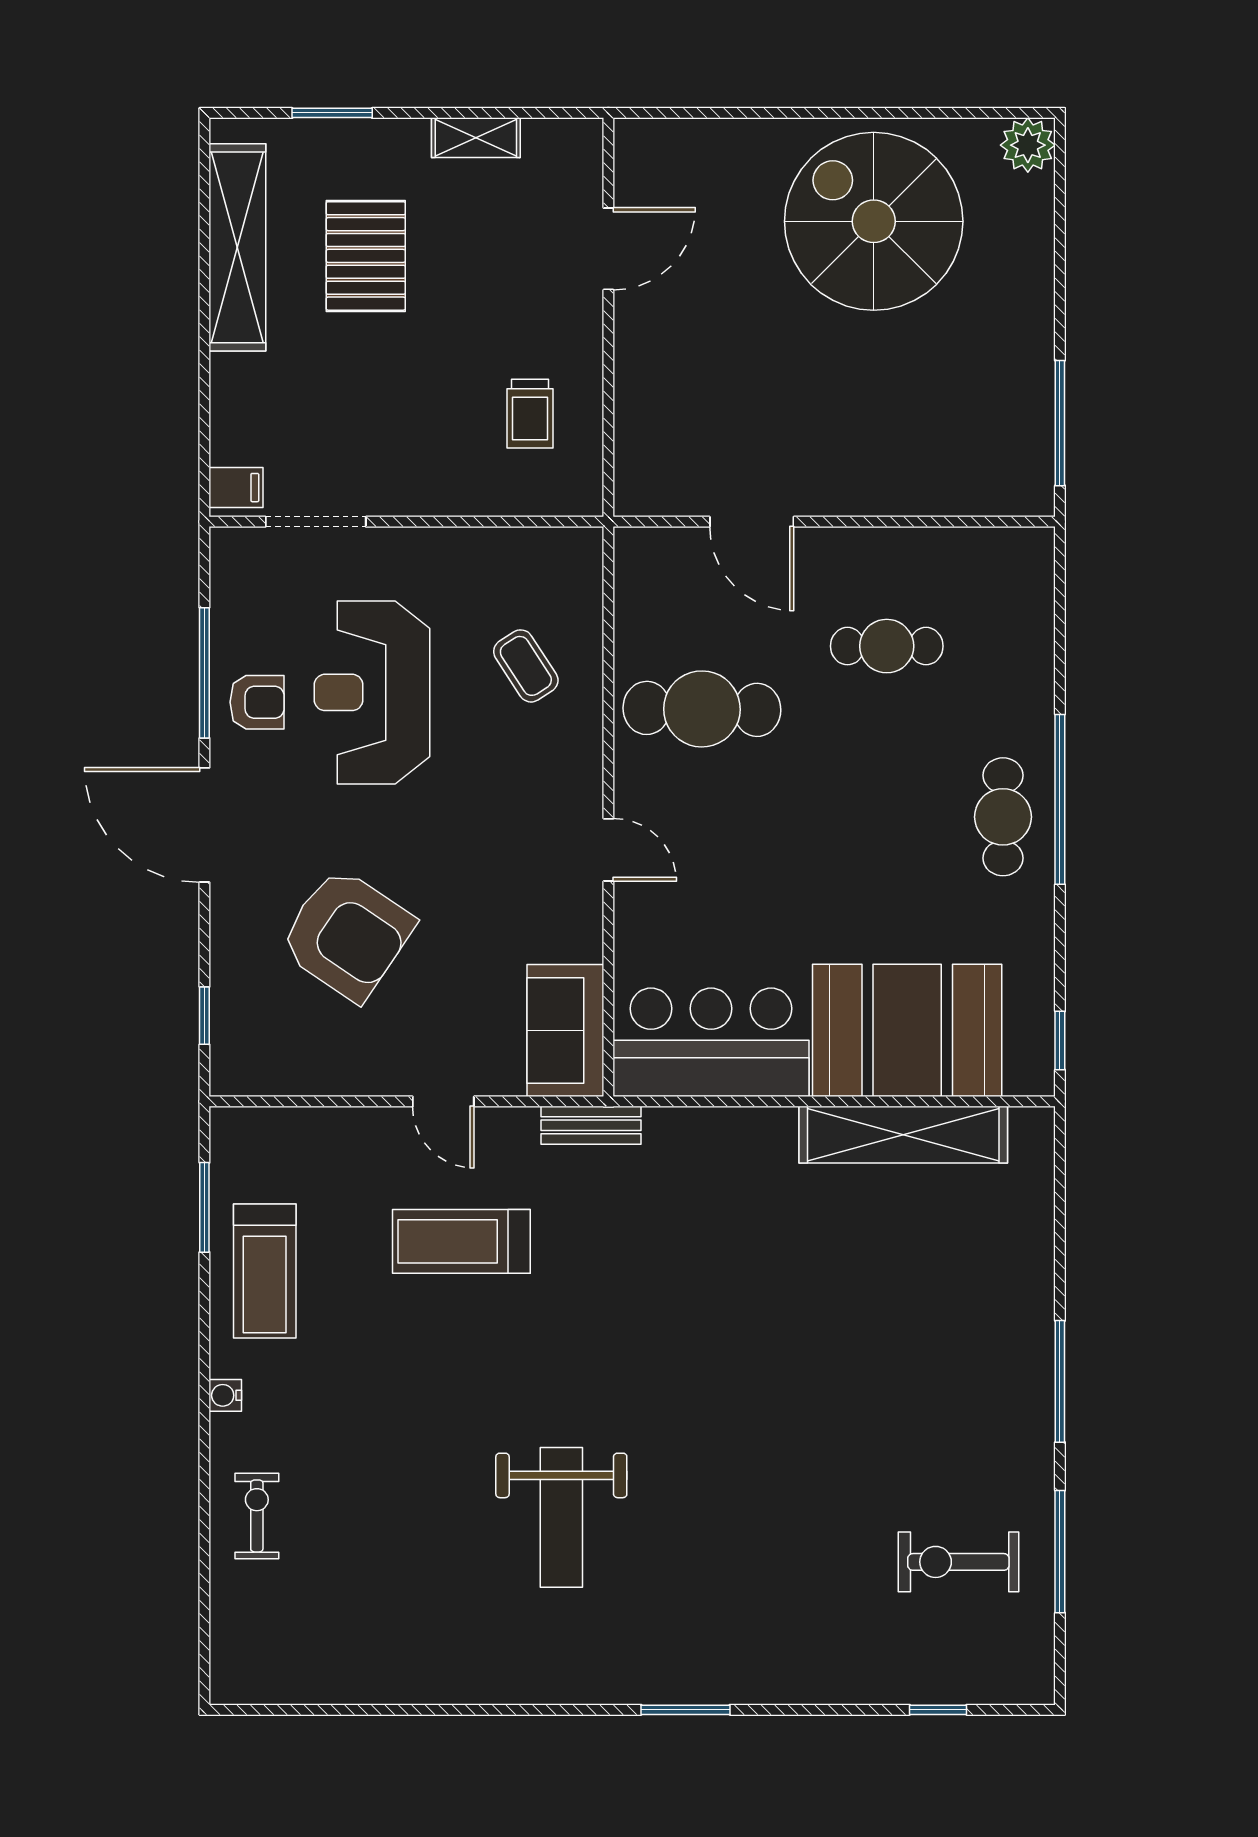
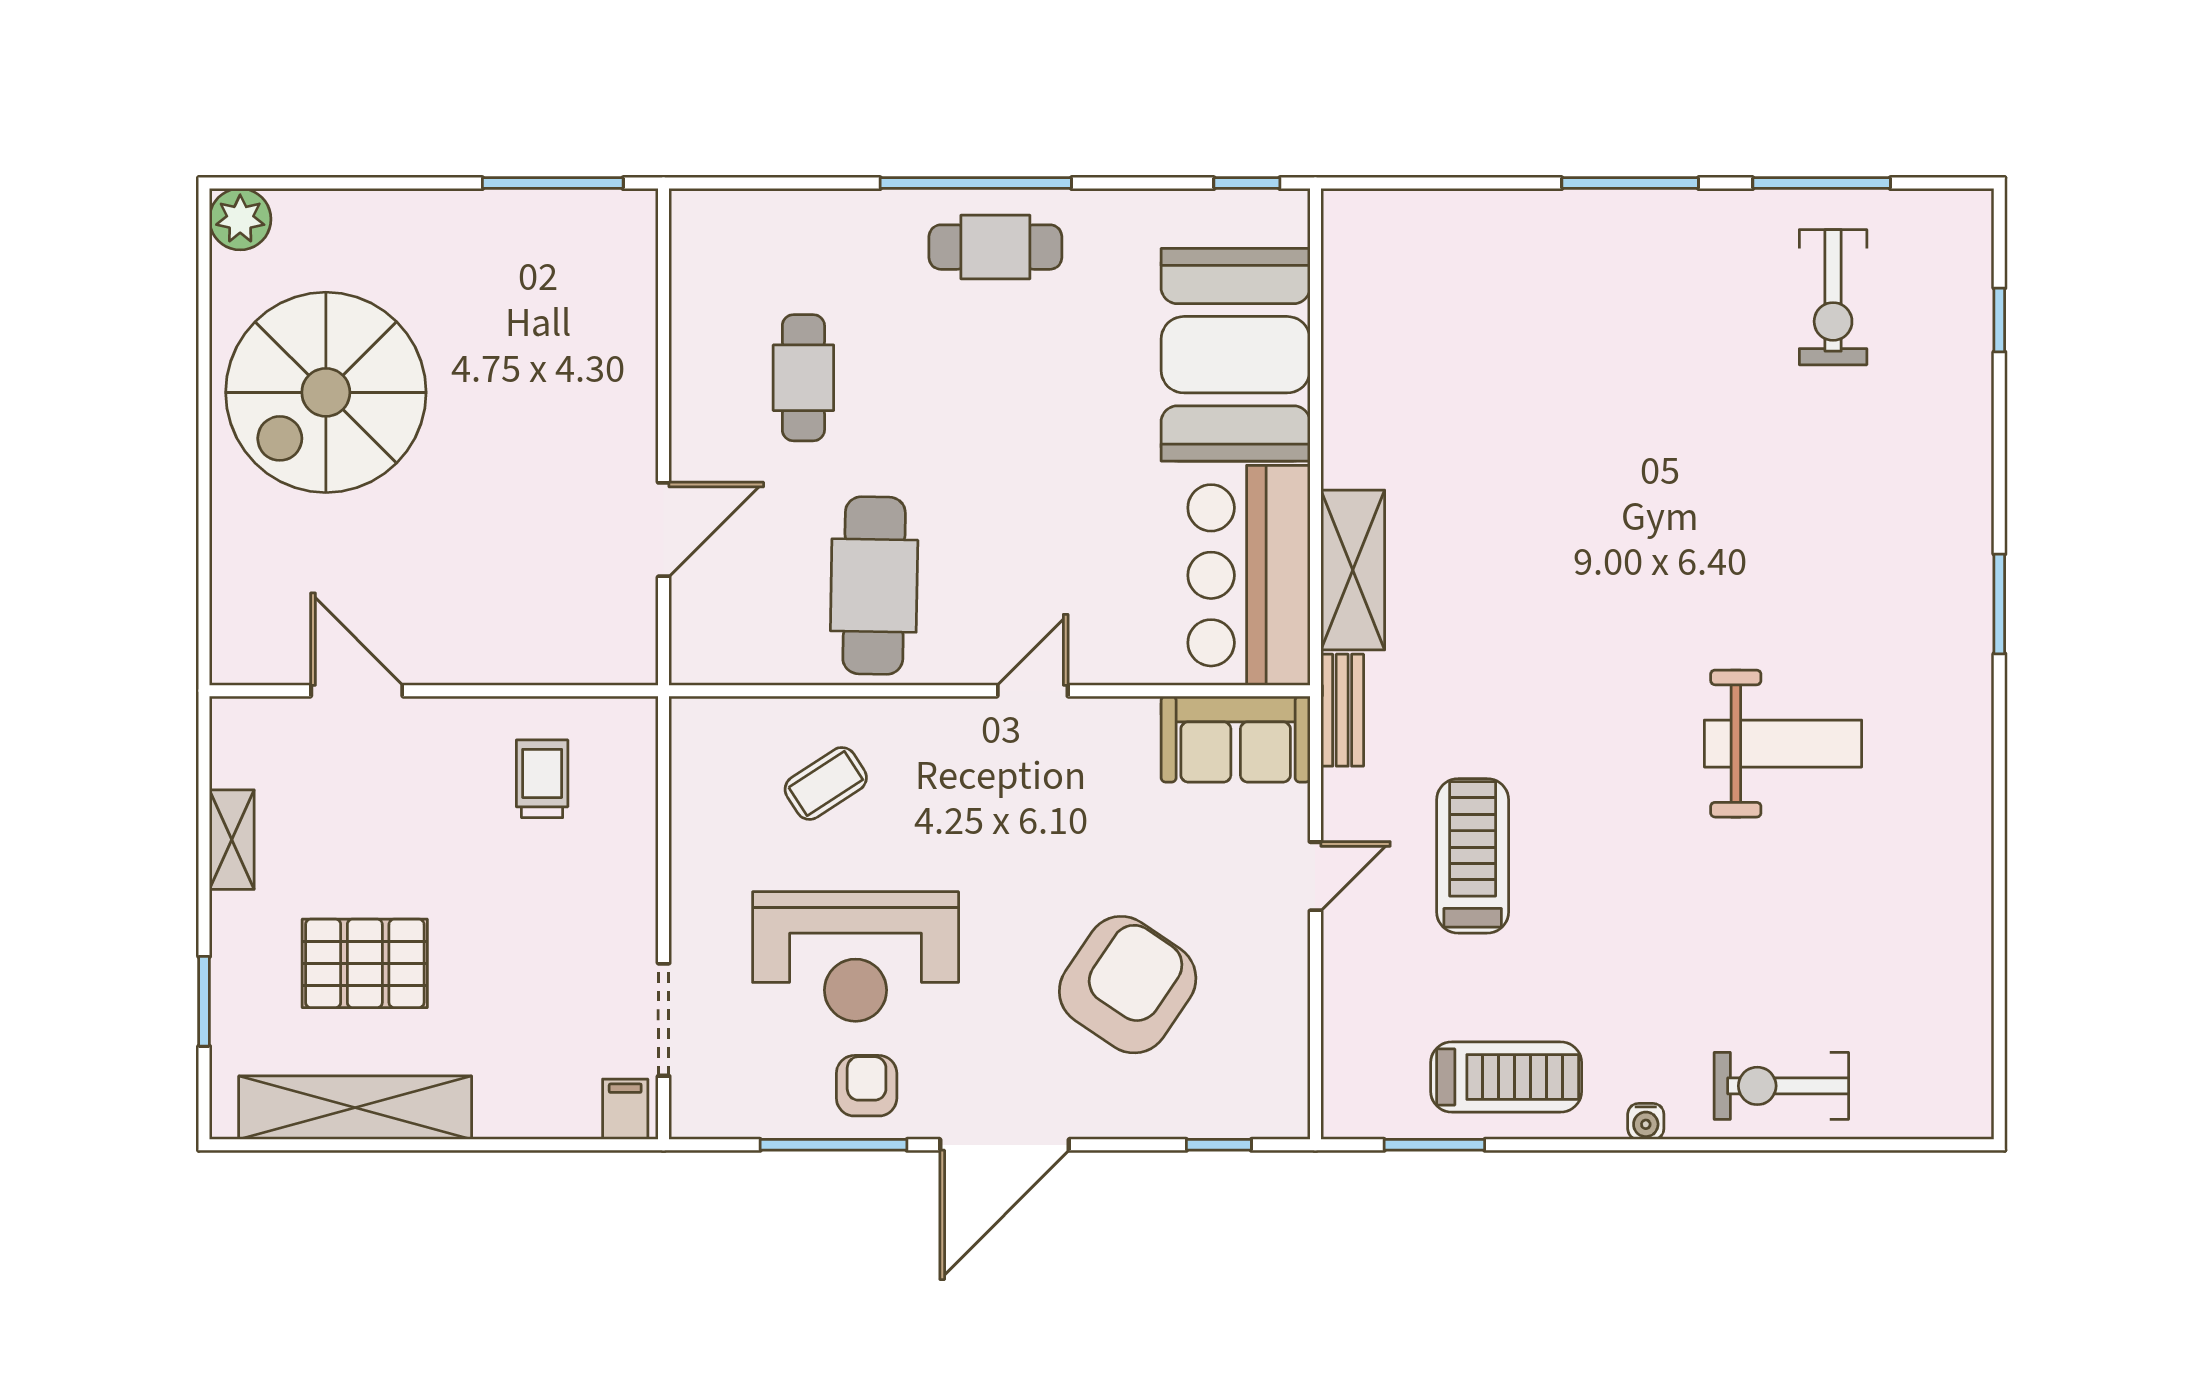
trolley: (530, 414) -> (542, 779), turned -90
shelving: (903, 1135) -> (1353, 570), moved, width x0.68
treadmill: (461, 1241) -> (1473, 856), turned 180
exercise bike: (257, 1516) -> (1781, 1086), width x1.38, depth x1.39

